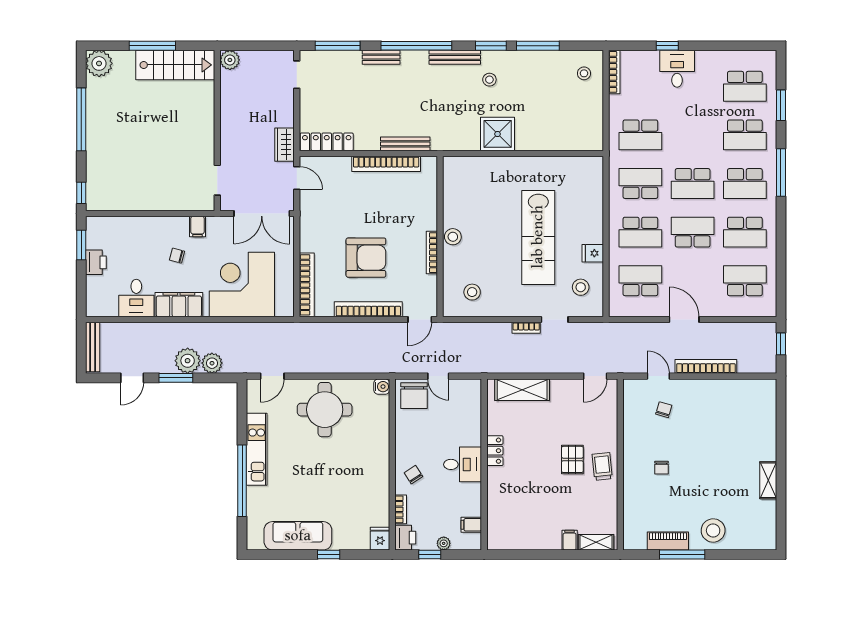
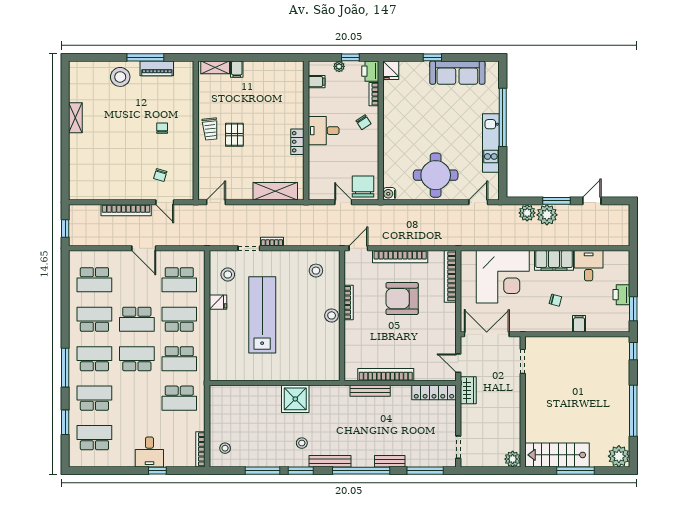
school desk: (640, 135) -> (179, 398), turned 180
filing cabinet: (197, 227) -> (579, 324), moved
bench: (93, 347) -> (624, 226), removed

